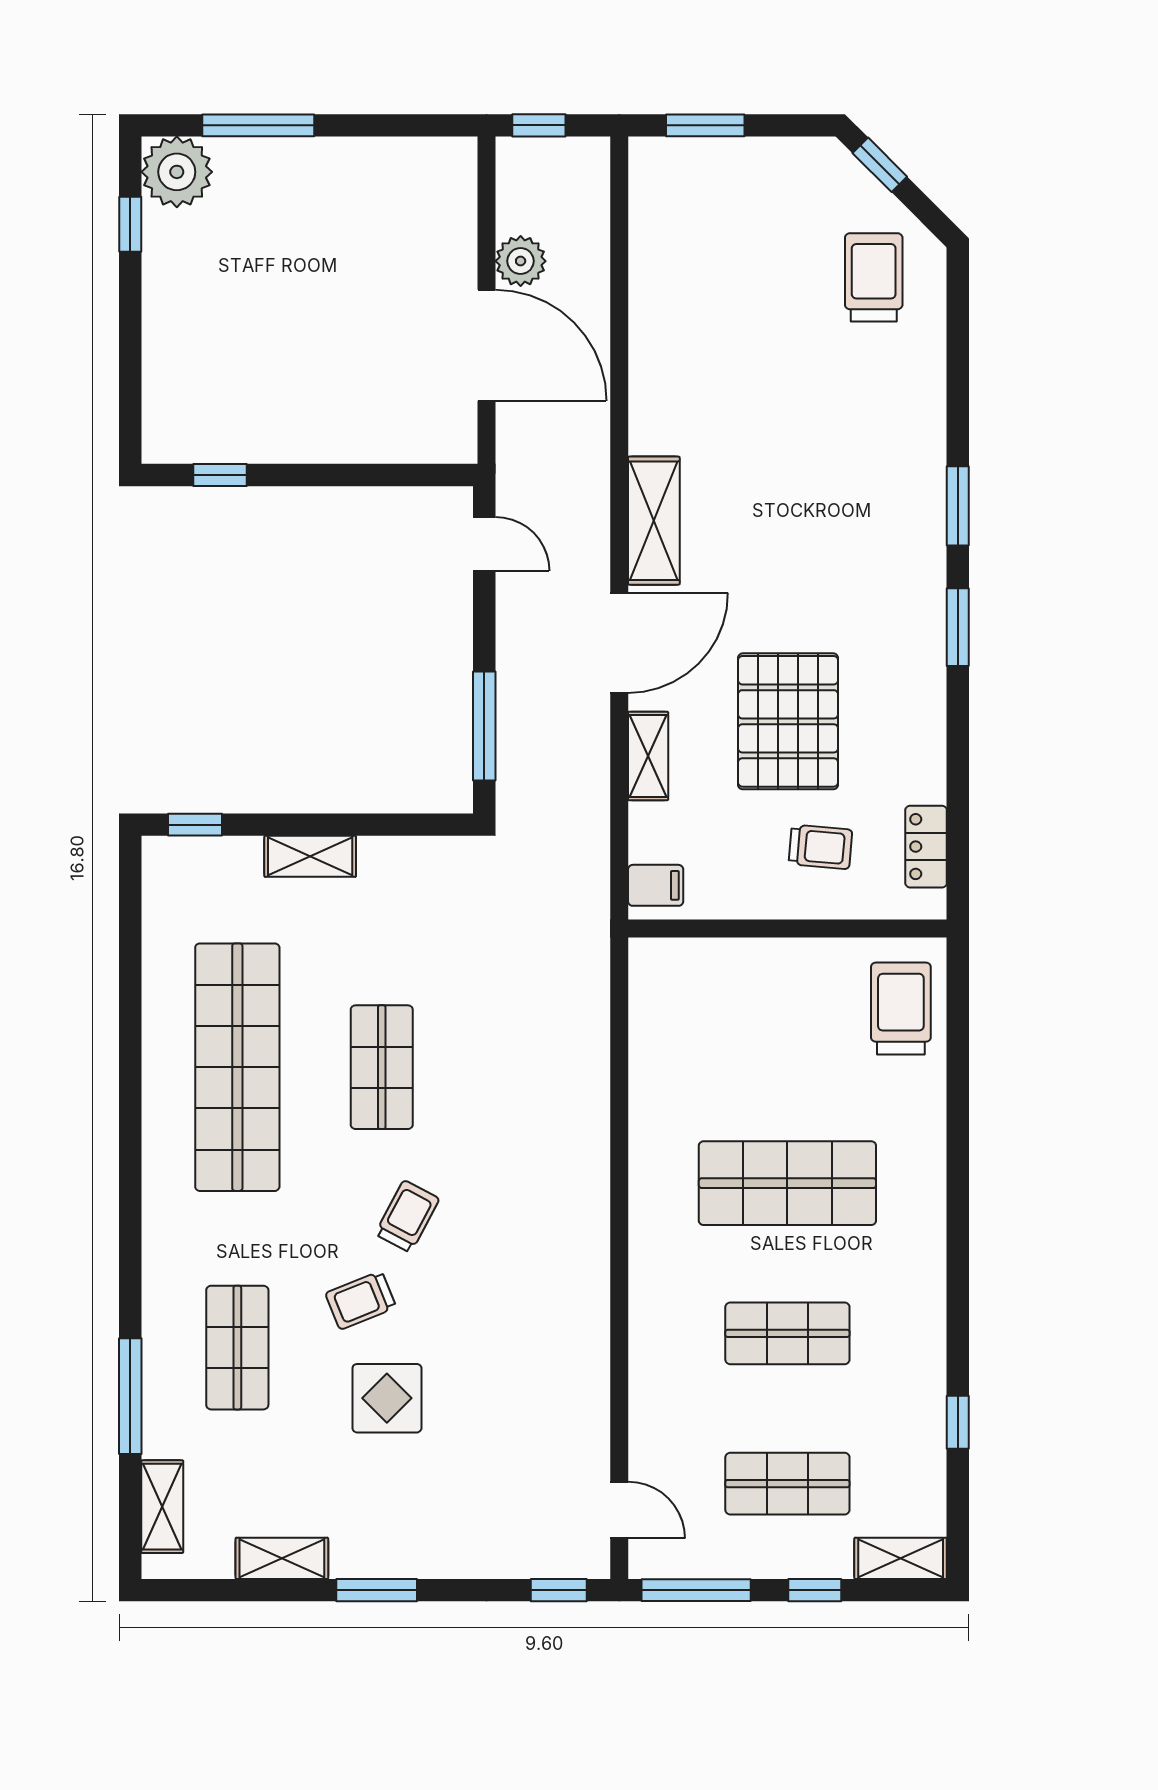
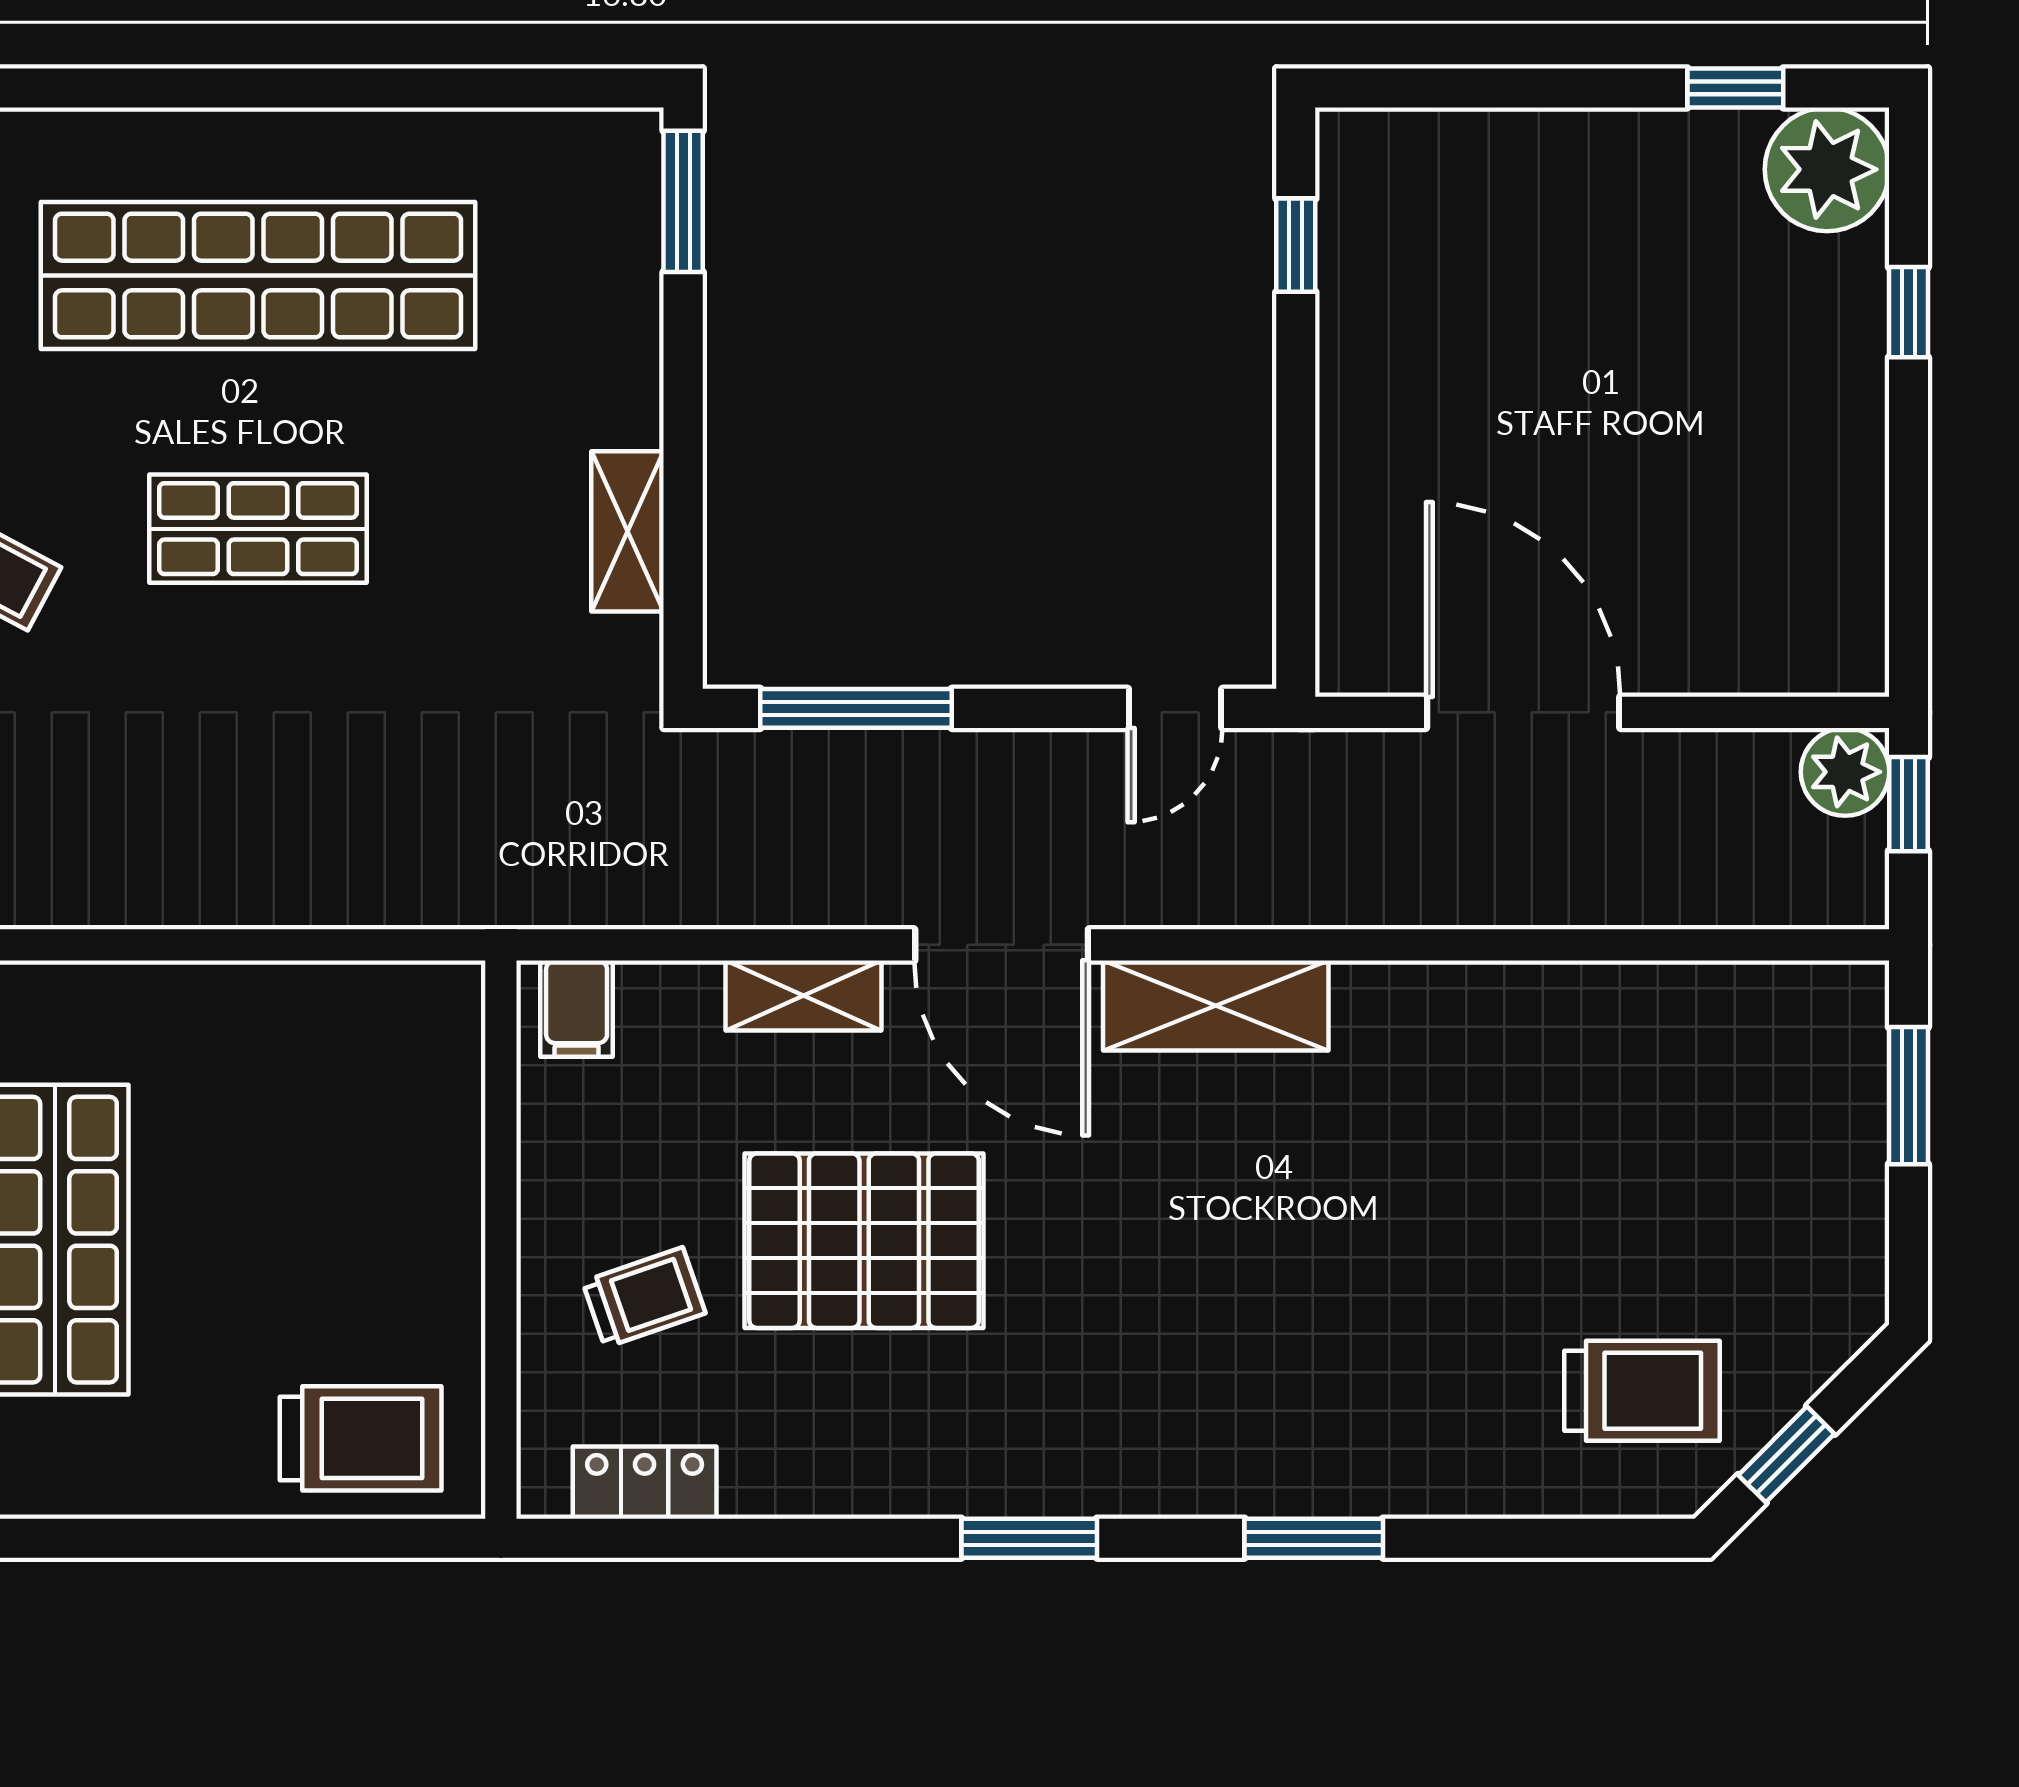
window: (258, 125) -> (1908, 312), width x0.46
window: (880, 165) -> (1786, 1454), moved
plant: (521, 261) -> (1845, 772), moved
door: (487, 345) -> (1523, 712), swing flipped
window: (958, 506) -> (1314, 1538), moved
window: (195, 825) -> (683, 201), width x1.50
trolley: (820, 847) -> (644, 1297), turned -114
shelving: (310, 856) -> (628, 531), moved

